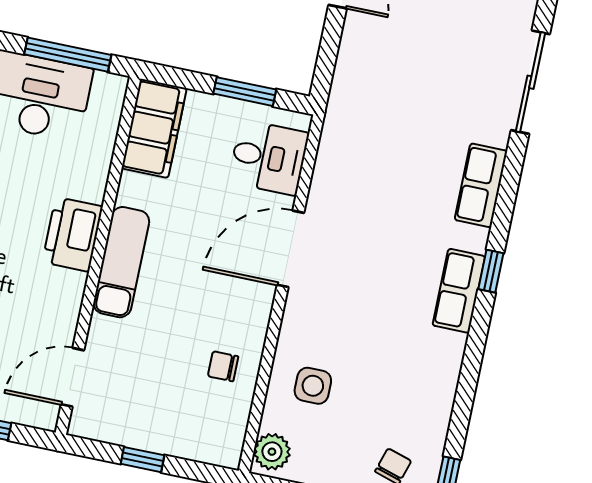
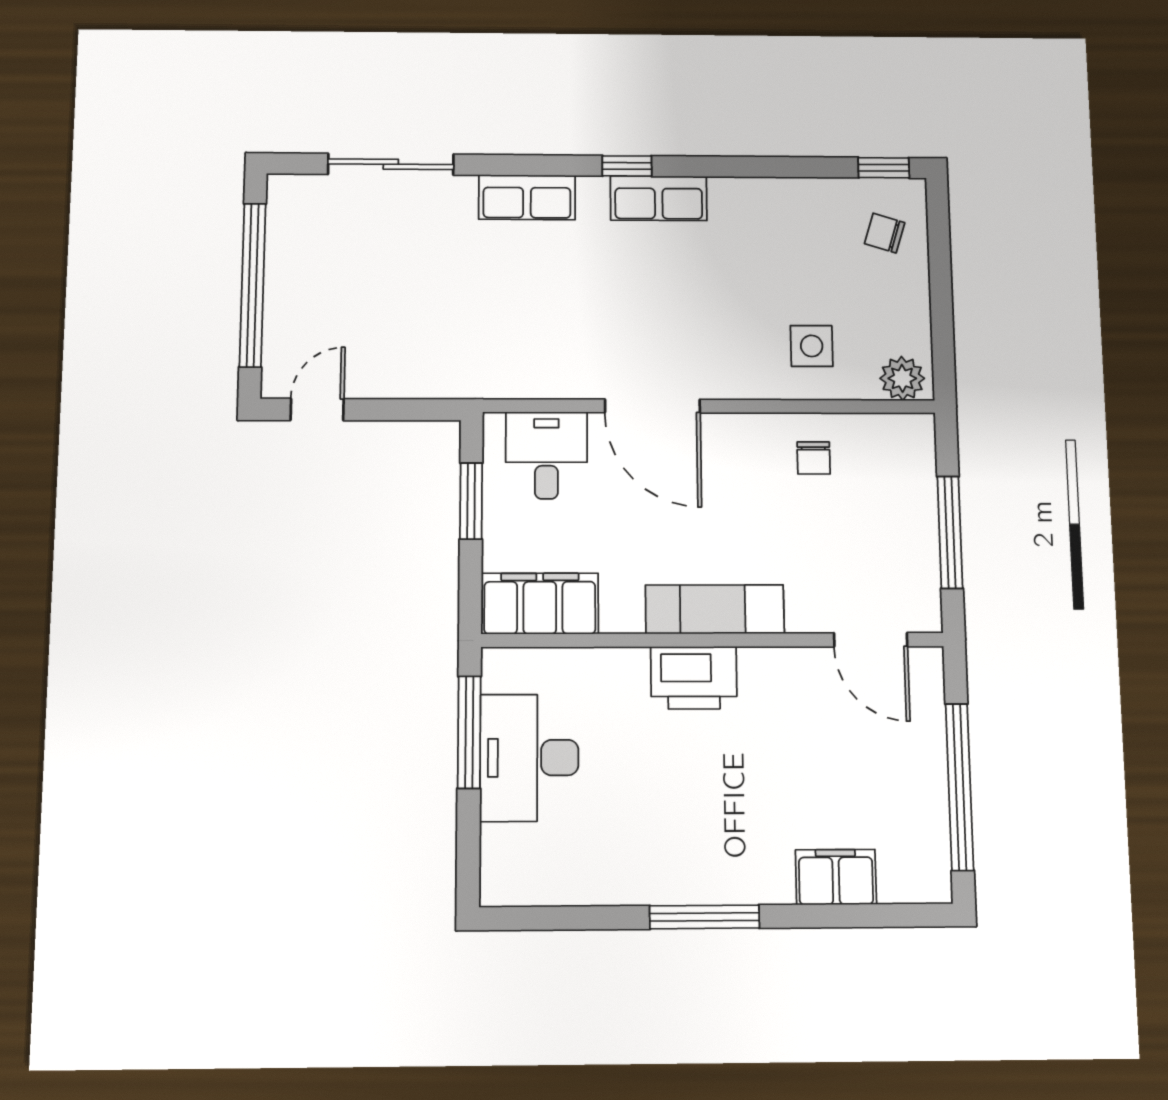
window: (142, 460) -> (950, 532), width x2.17

